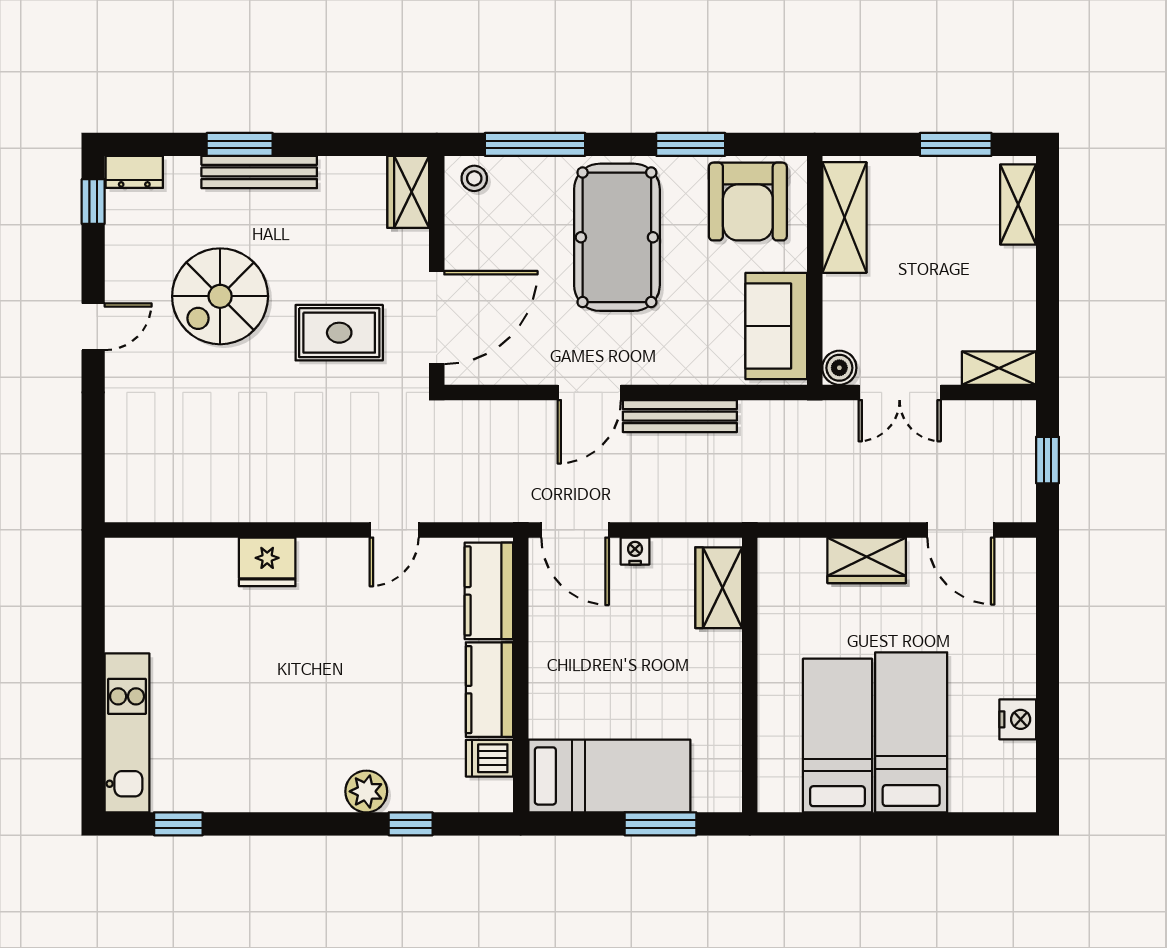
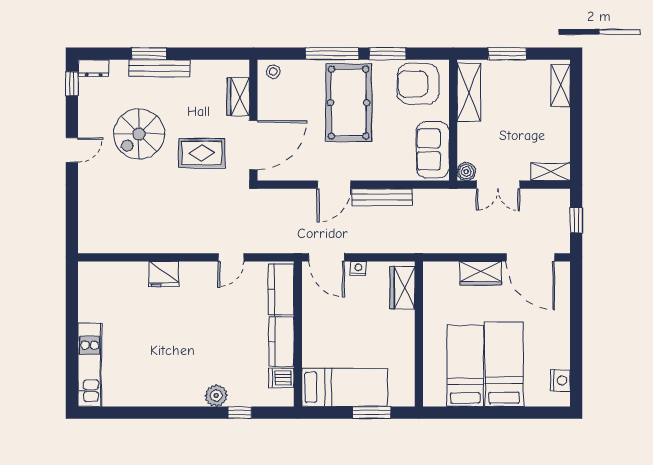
window: (535, 144) -> (332, 54), moved
window: (956, 144) -> (507, 54), moved
wardrobe: (408, 192) -> (238, 97), moved
armchair: (748, 202) -> (418, 84), turned 90
door: (961, 530) -> (530, 257), width x1.36
nightstand: (1018, 719) -> (560, 381), moved
window: (178, 824) -> (117, 413), removed

